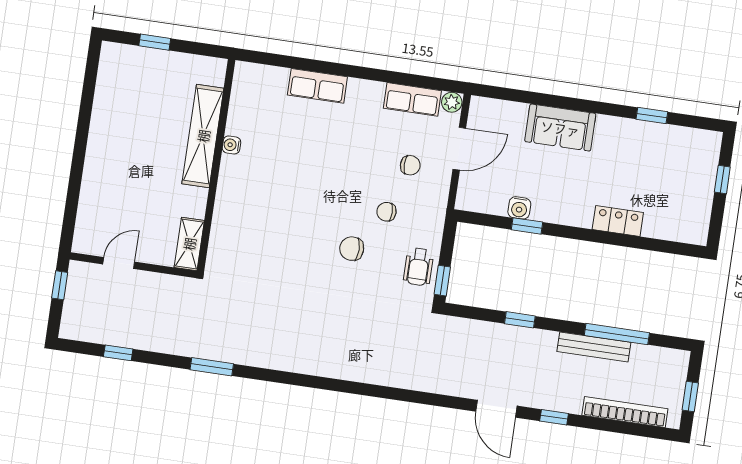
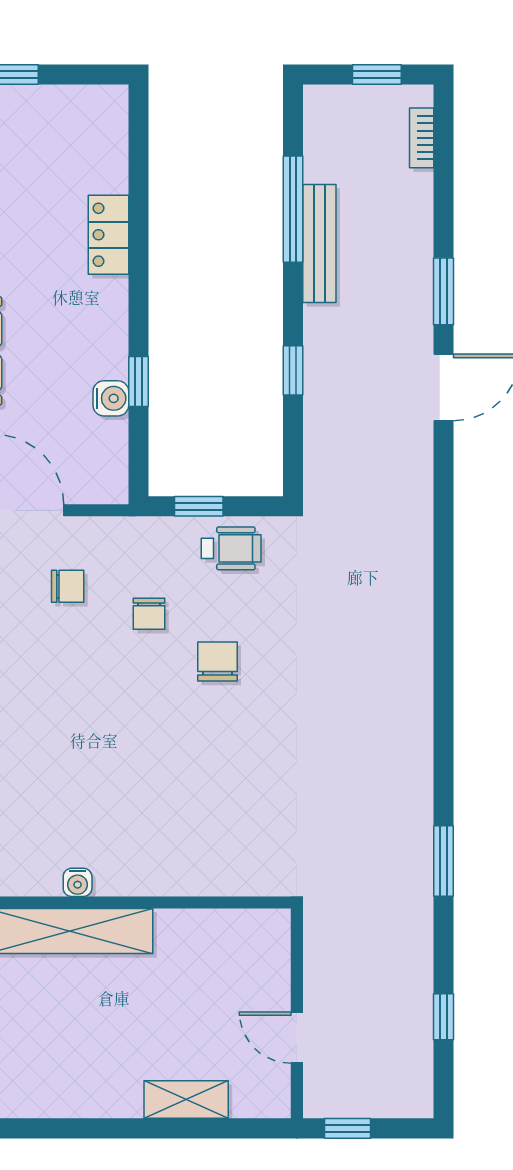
chair: (410, 165) -> (68, 586), turned 90
shelving: (189, 244) -> (186, 1100), moved
chair: (352, 249) -> (217, 661), turned 180
window: (442, 281) -> (199, 506), moved
bookcase: (625, 412) -> (422, 138), width x0.43, depth x0.76
window: (554, 417) -> (443, 291), width x1.50

